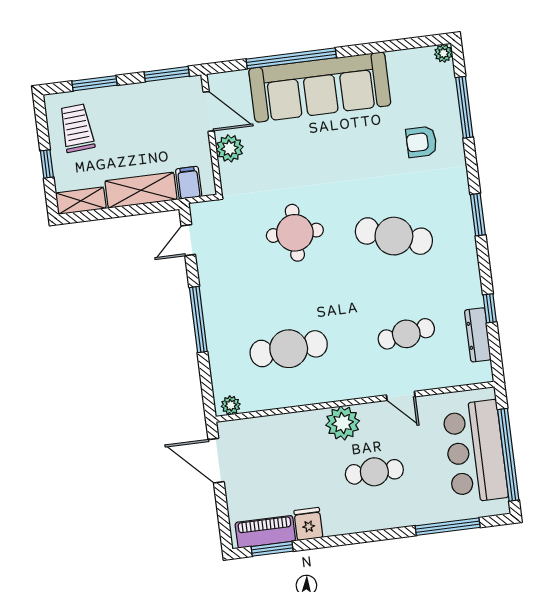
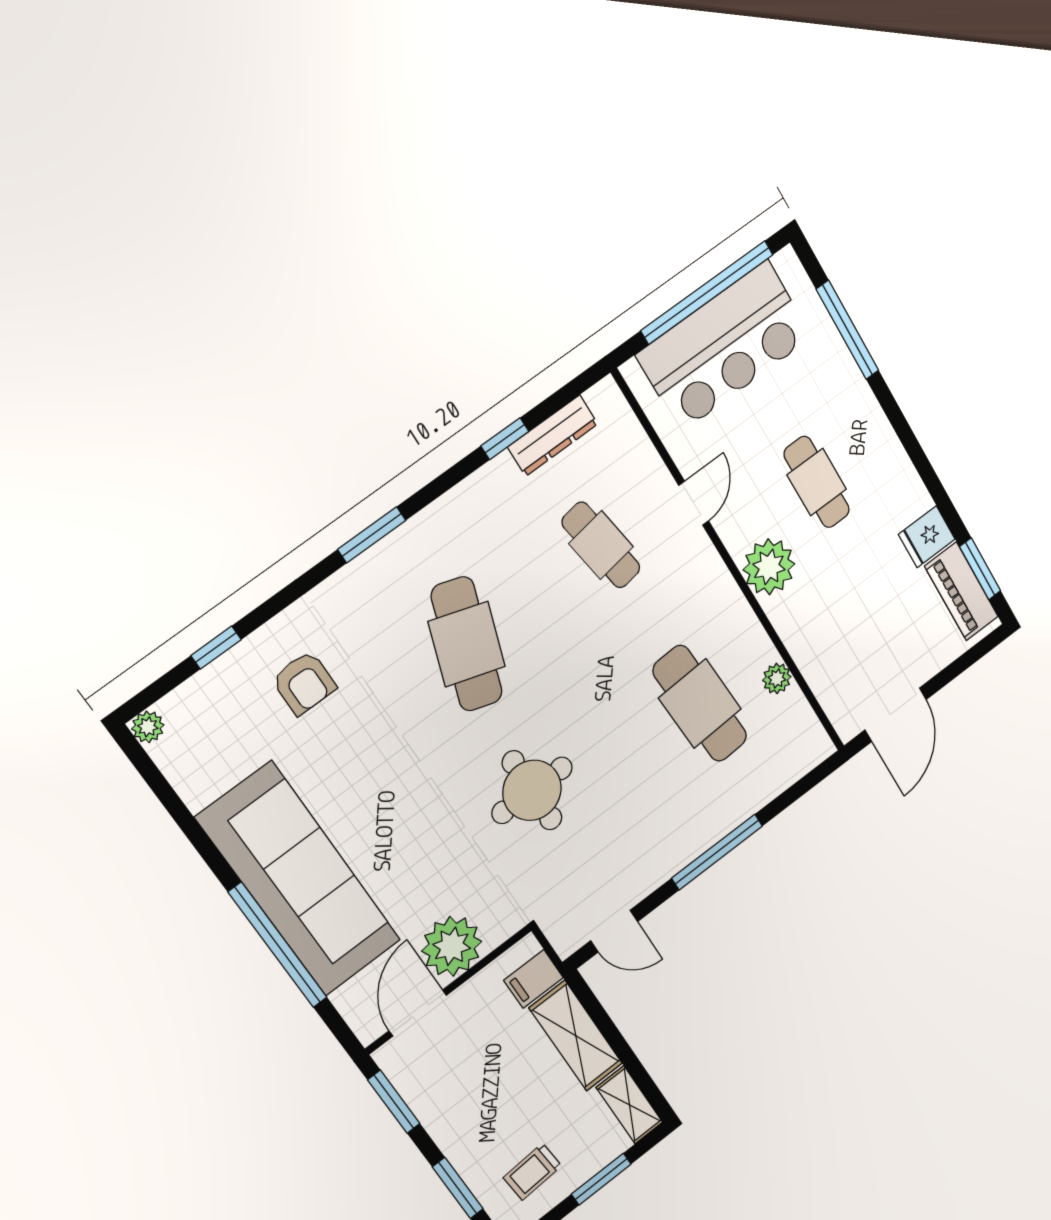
window: (464, 107) -> (216, 648), width x0.46
trolley: (77, 128) -> (532, 1172), width x0.73, depth x0.72
plant: (230, 148) -> (452, 946), width x1.36, depth x1.36
window: (47, 164) -> (601, 1179), width x1.50
plant: (231, 405) -> (777, 678), moved

